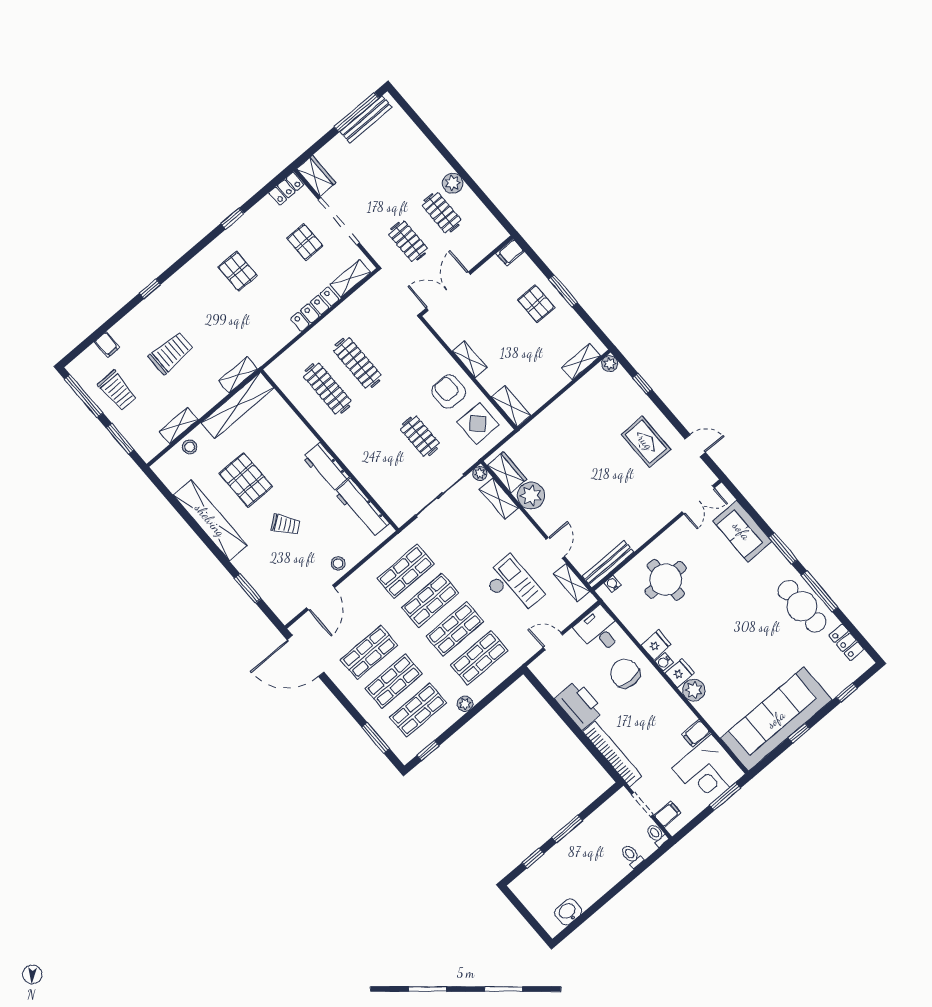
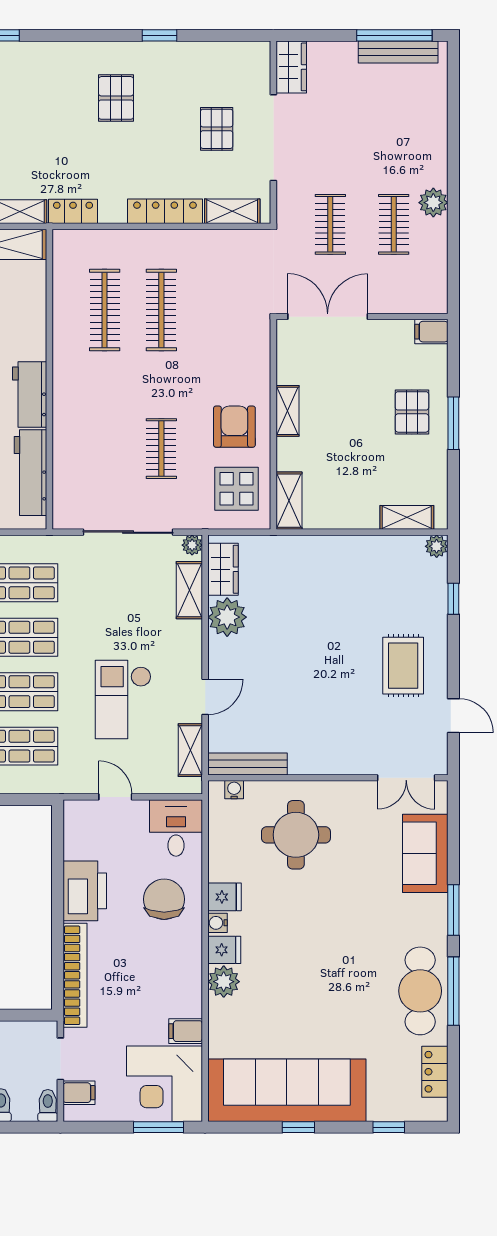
locker: (286, 189) -> (73, 211), moved, turned 180
checkout: (513, 586) -> (123, 699), turned 180

